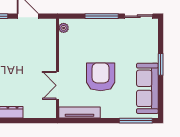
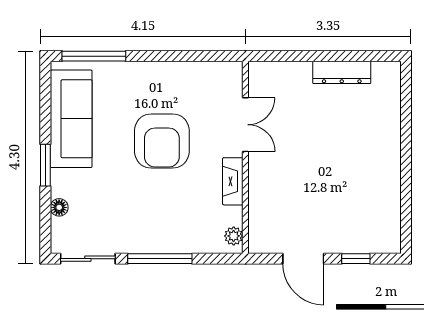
floor lamp: (154, 43) -> (59, 207), added
fireplace: (64, 56) -> (233, 181), added
tv unit: (79, 112) -> (203, 72), removed

